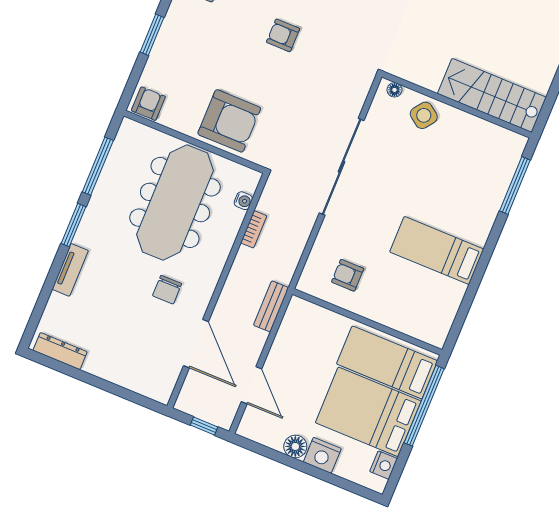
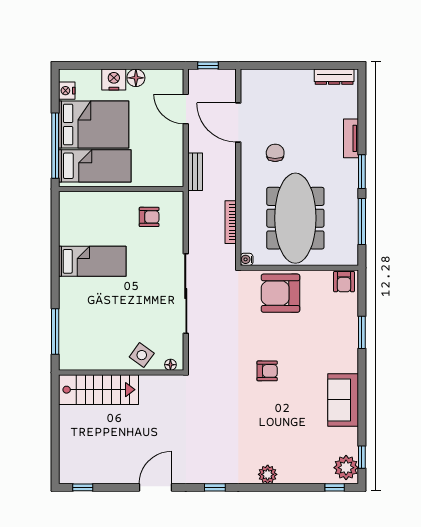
water cooler: (243, 201) -> (247, 259), moved
bookcase: (254, 229) -> (231, 222), width x1.56

